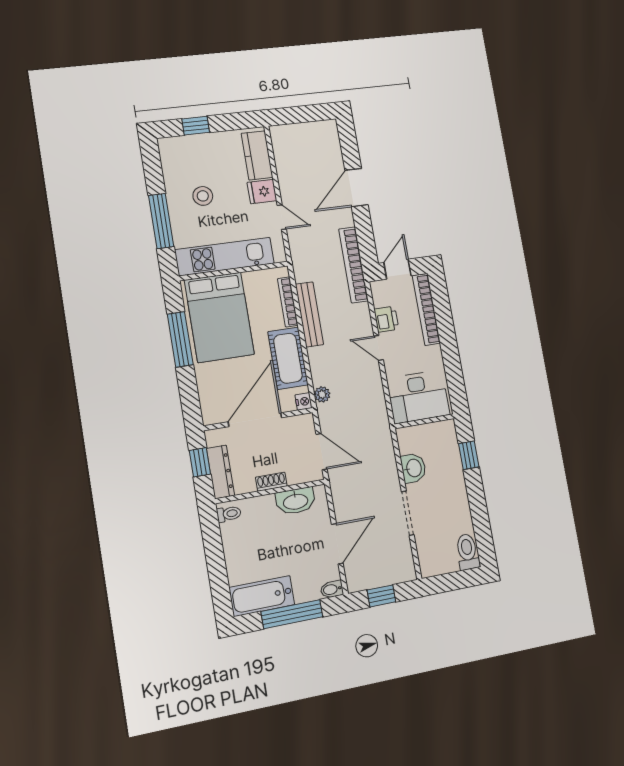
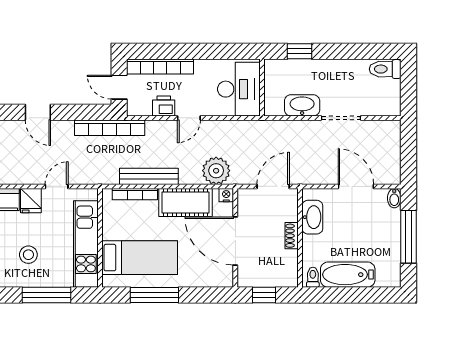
door: (356, 188) -> (38, 112), width x0.73
bed: (219, 317) -> (140, 258), width x0.67
plant: (322, 394) -> (216, 171), width x1.88, depth x1.88
washbasin: (413, 468) -> (302, 105), width x1.38
dresser: (220, 472) -> (276, 279), removed
bathtub: (262, 596) -> (348, 275), moved, turned 90
window: (381, 596) -> (409, 155), removed

